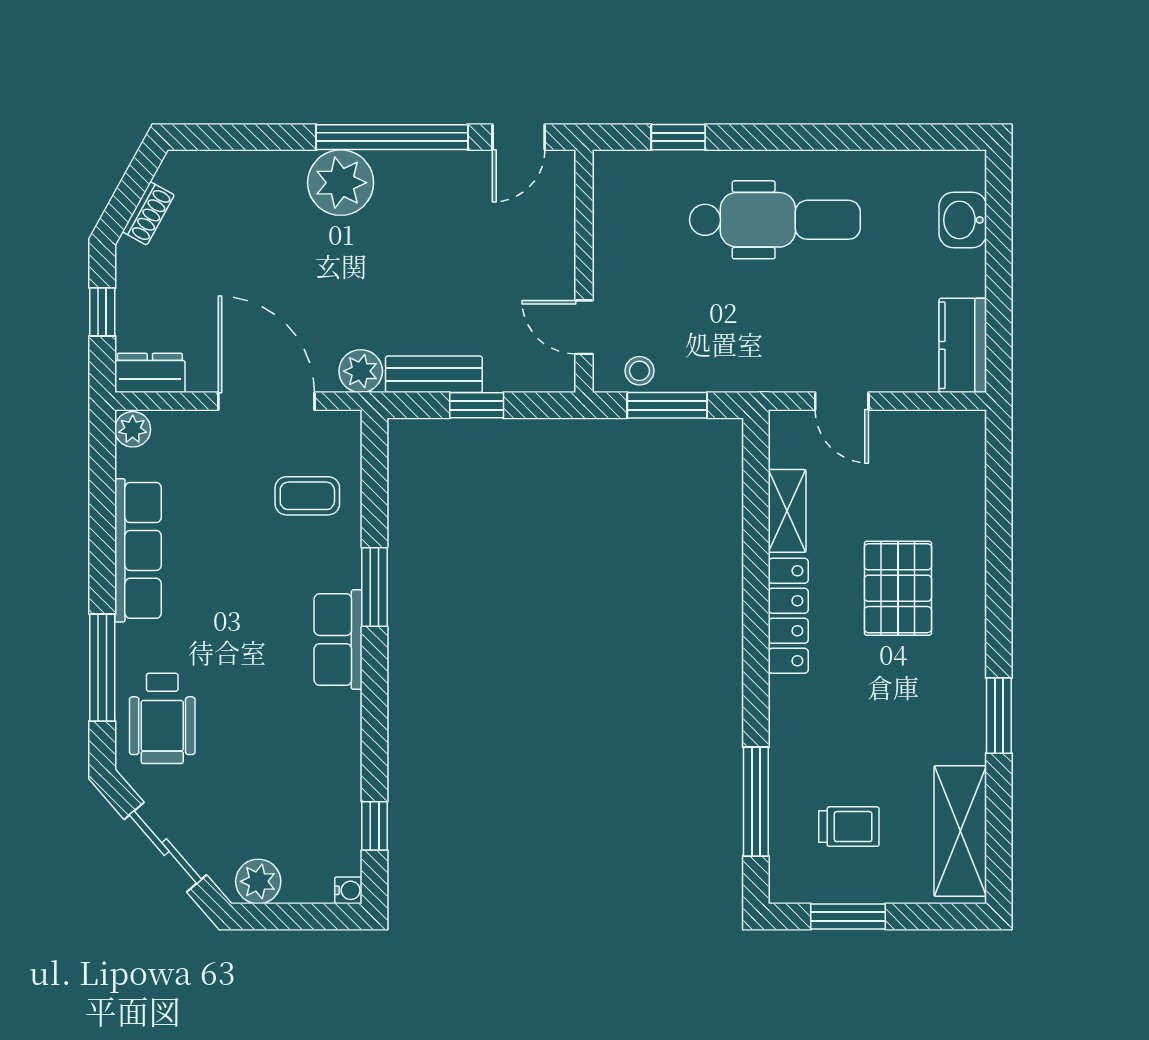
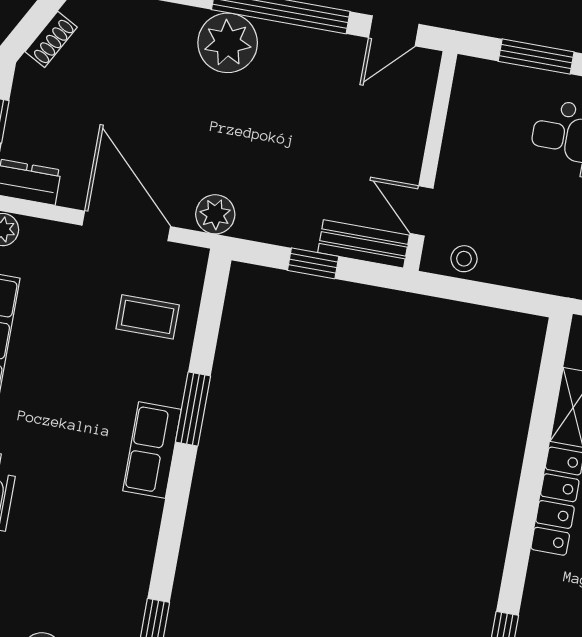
window: (678, 137) -> (536, 57), width x1.50
bench: (434, 374) -> (363, 244), moved
window: (667, 405) -> (483, 294), removed

